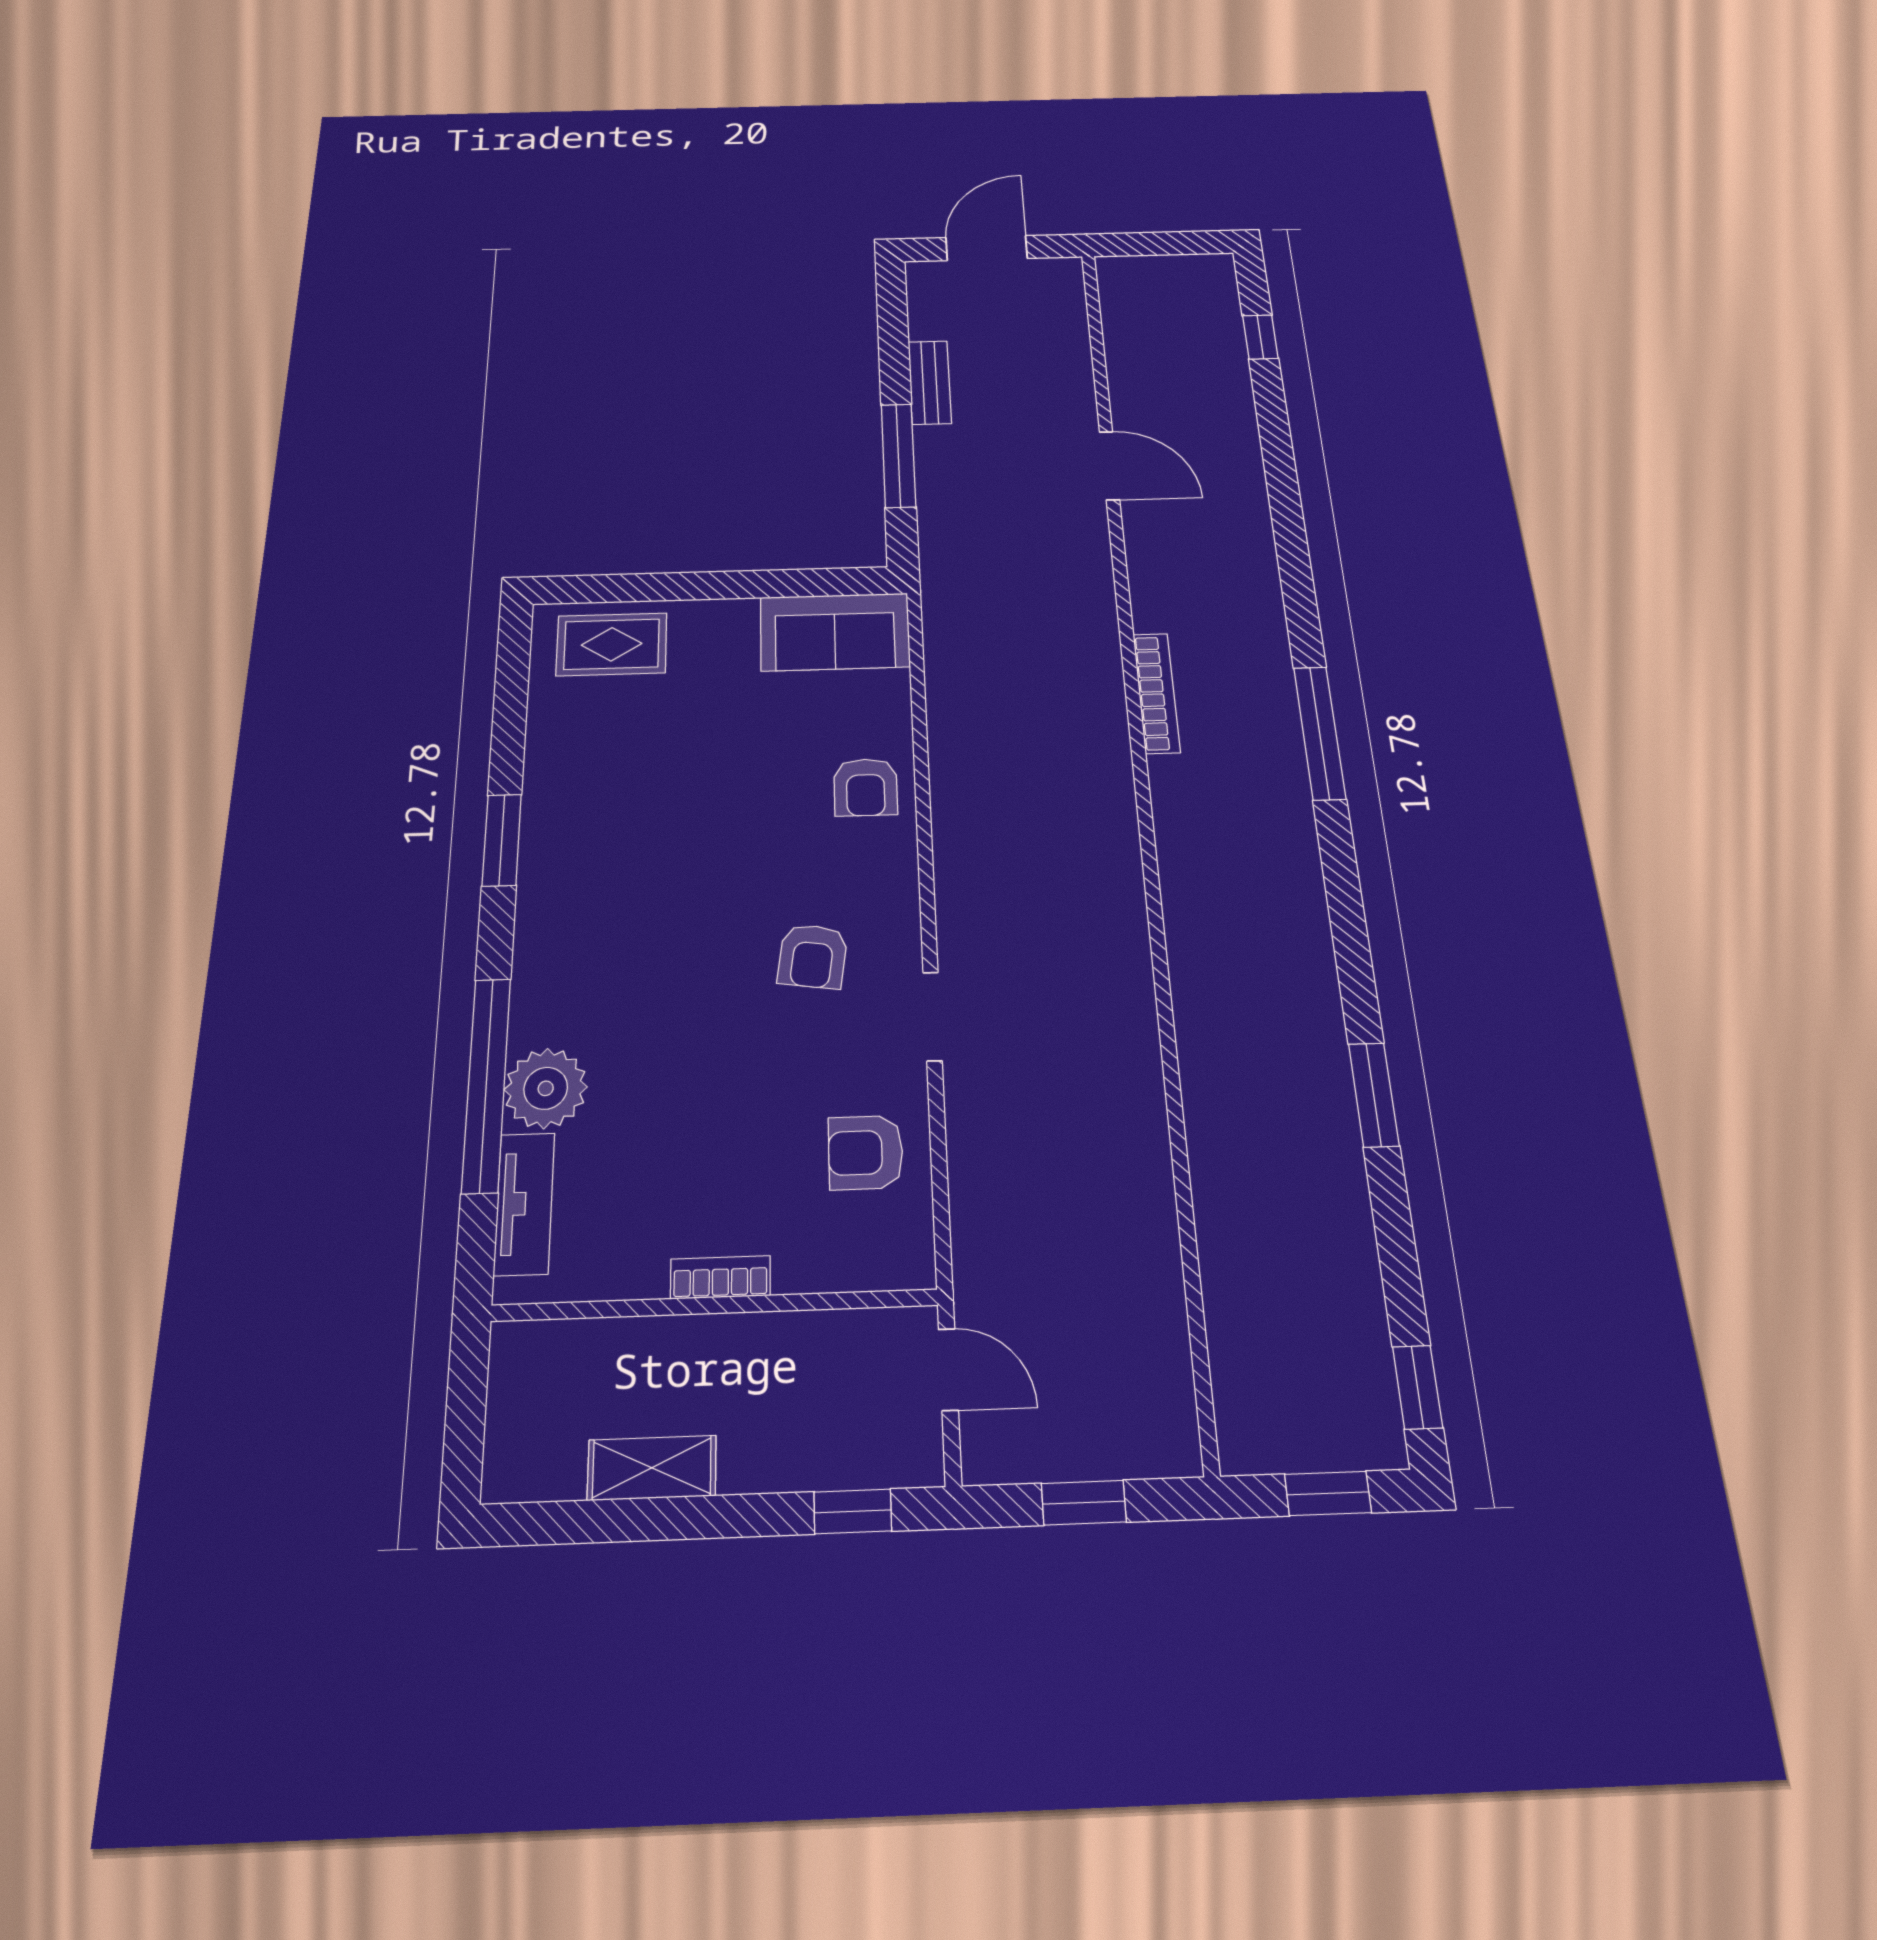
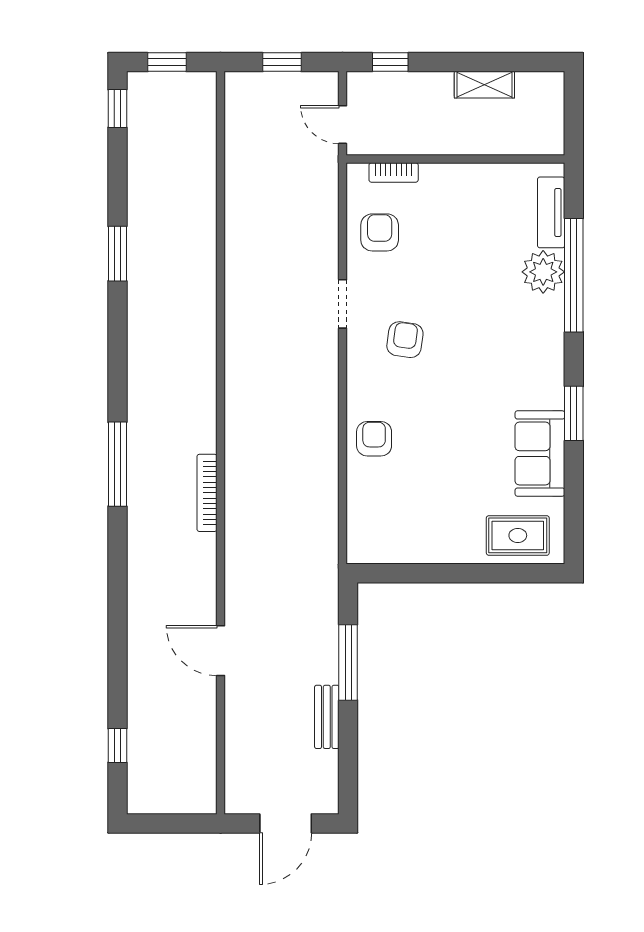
sofa: (835, 632) -> (540, 454), moved, turned -90
armchair: (866, 1153) -> (380, 232), turned -90
bookcase: (720, 1277) -> (394, 172), moved

